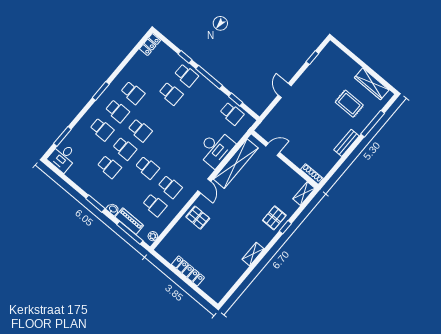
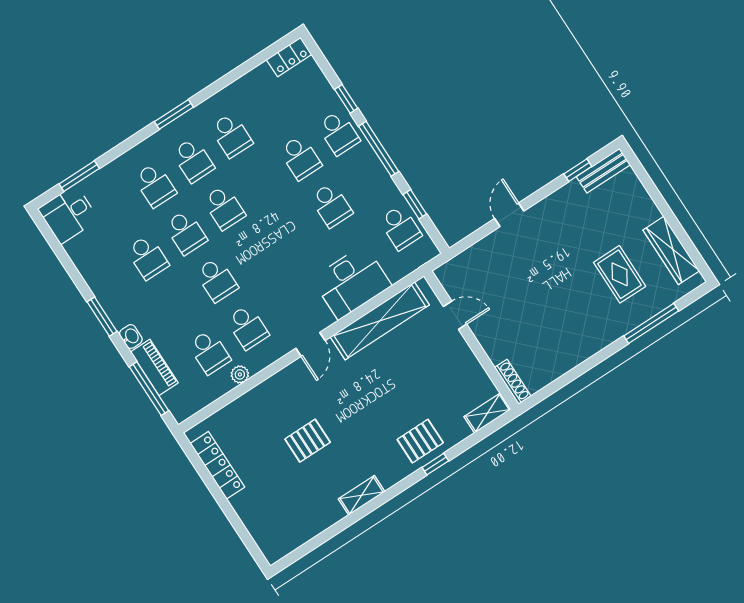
school desk: (194, 113) -> (331, 205), added
bench: (346, 143) -> (603, 171), moved
pallet: (198, 218) -> (308, 441), moved, turned 90
plant: (153, 236) -> (240, 374), moved
locker: (188, 271) -> (217, 465), moved

